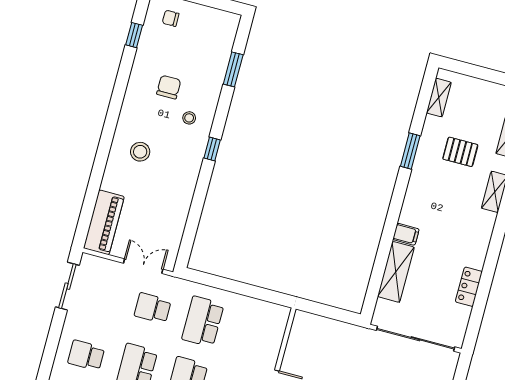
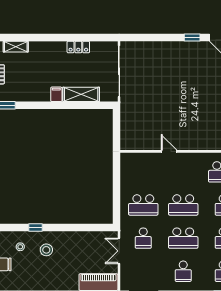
stool: (140, 152) -> (46, 250), moved

